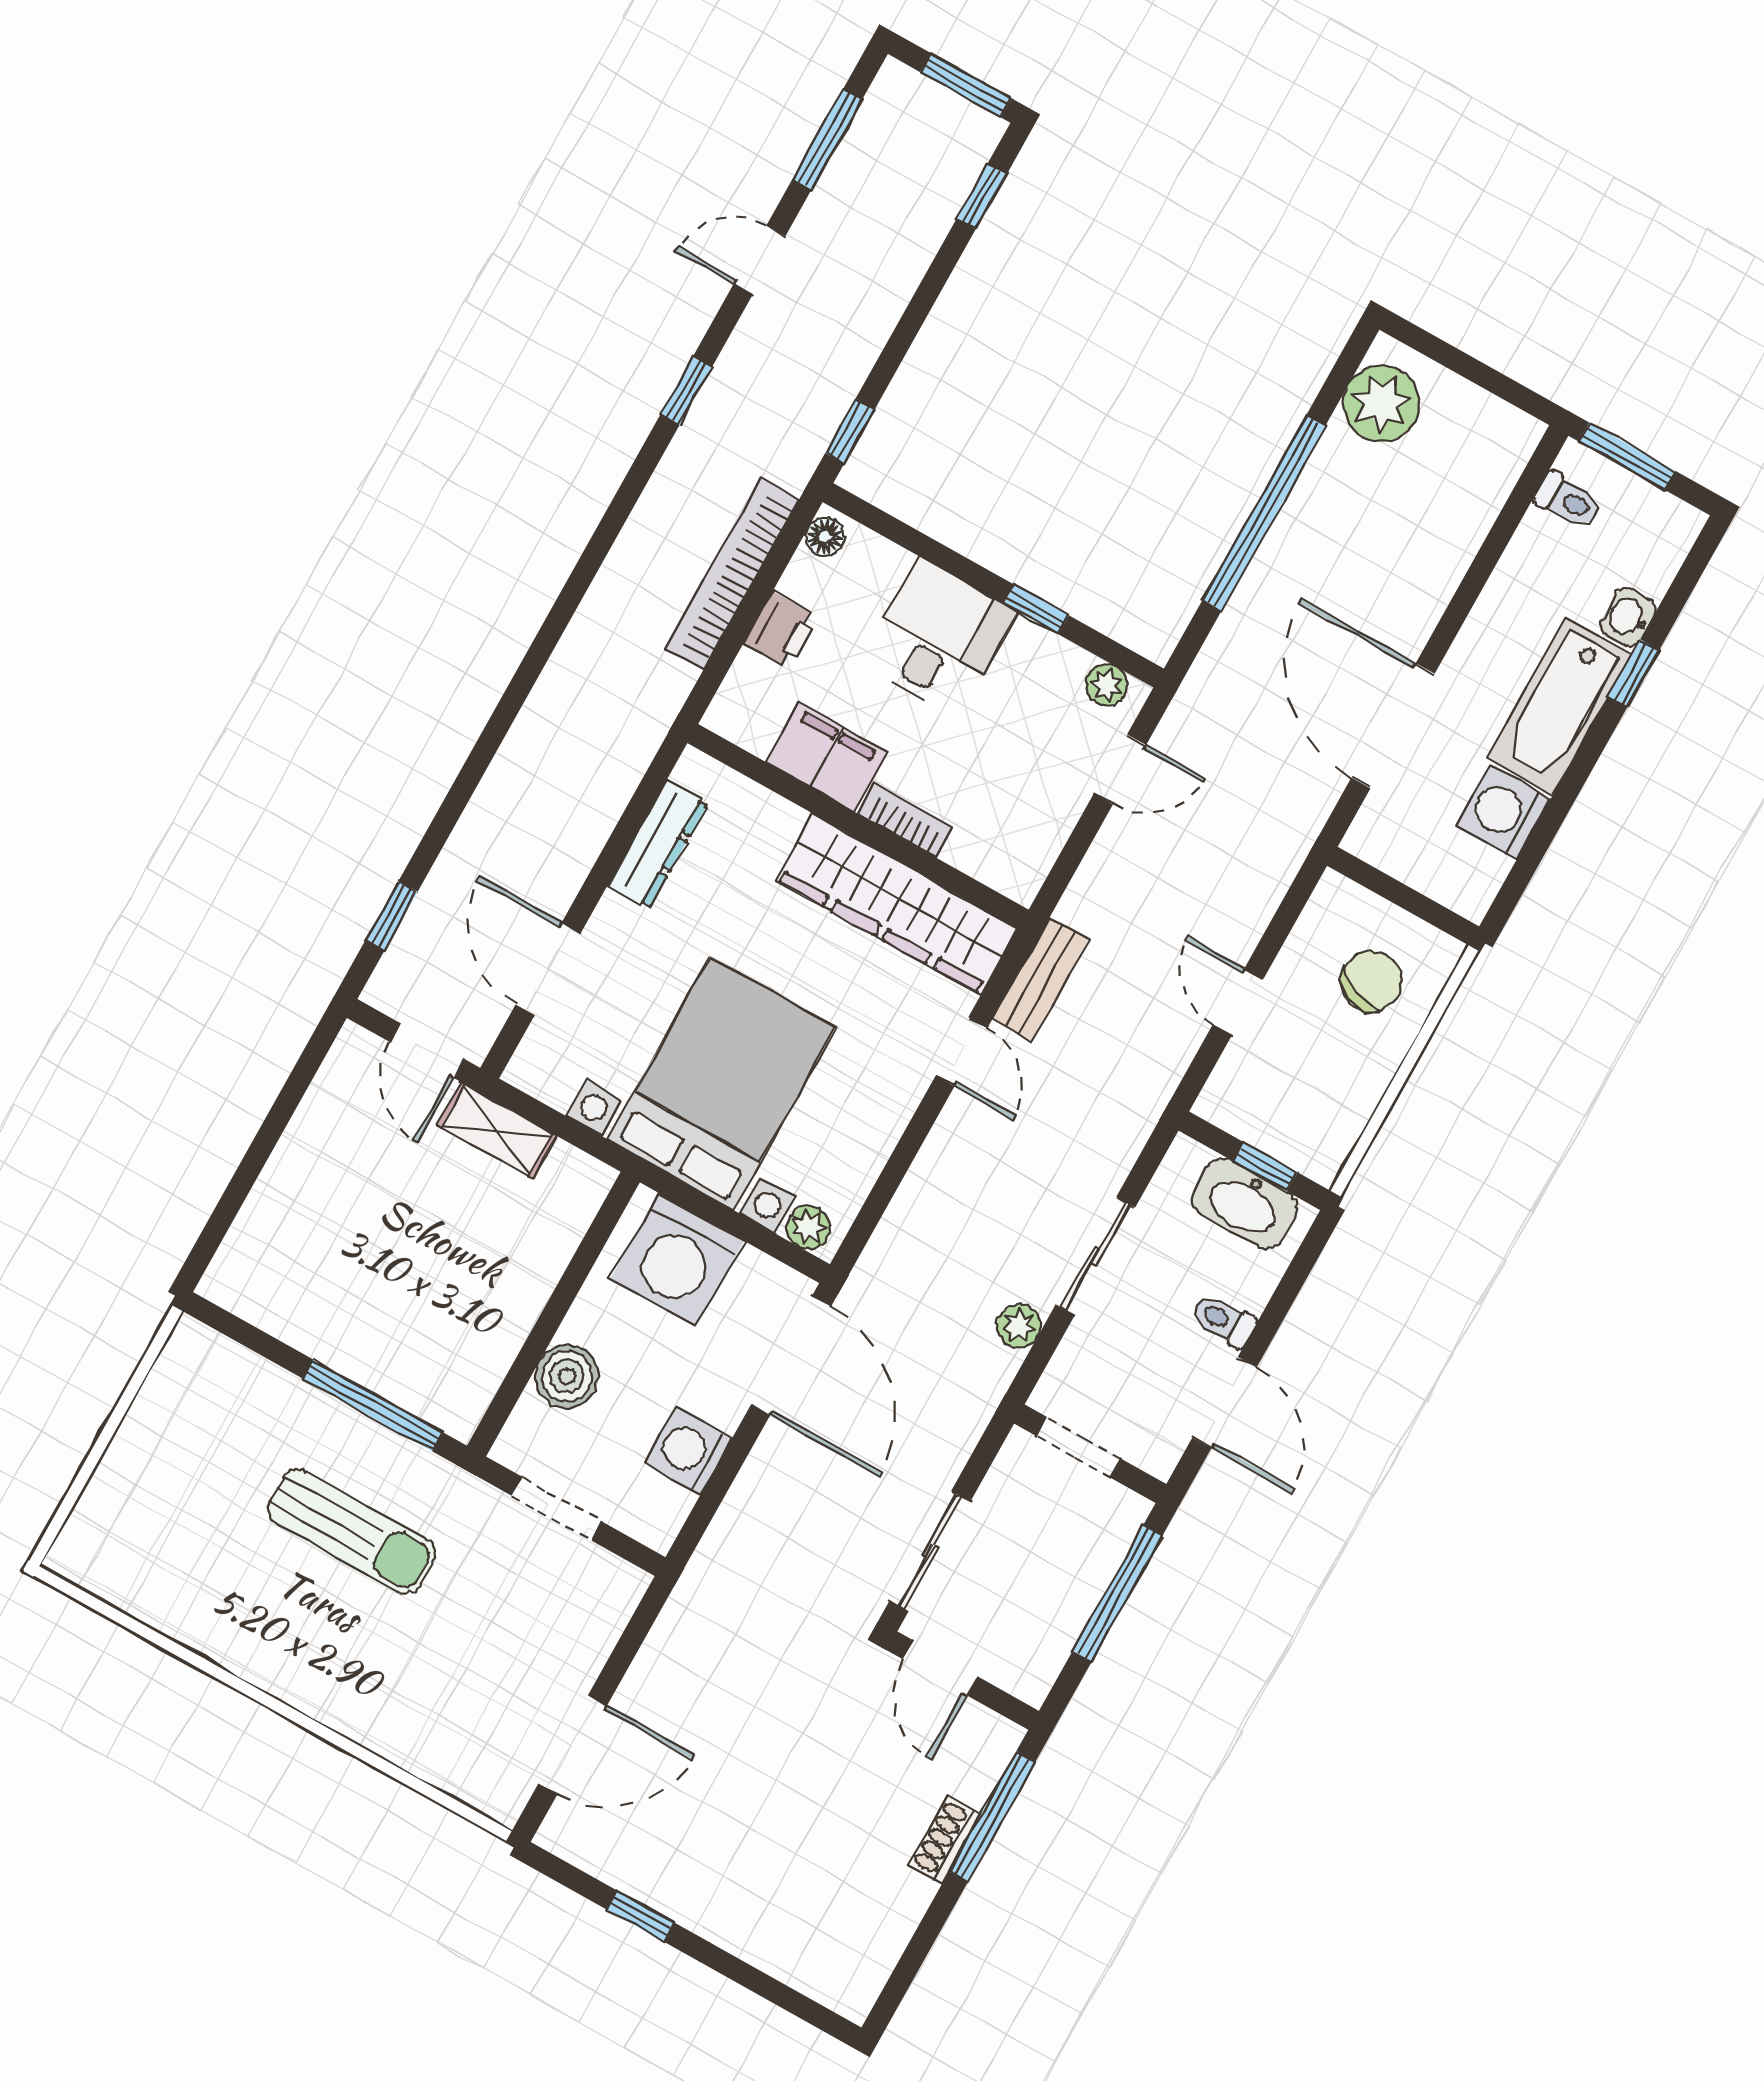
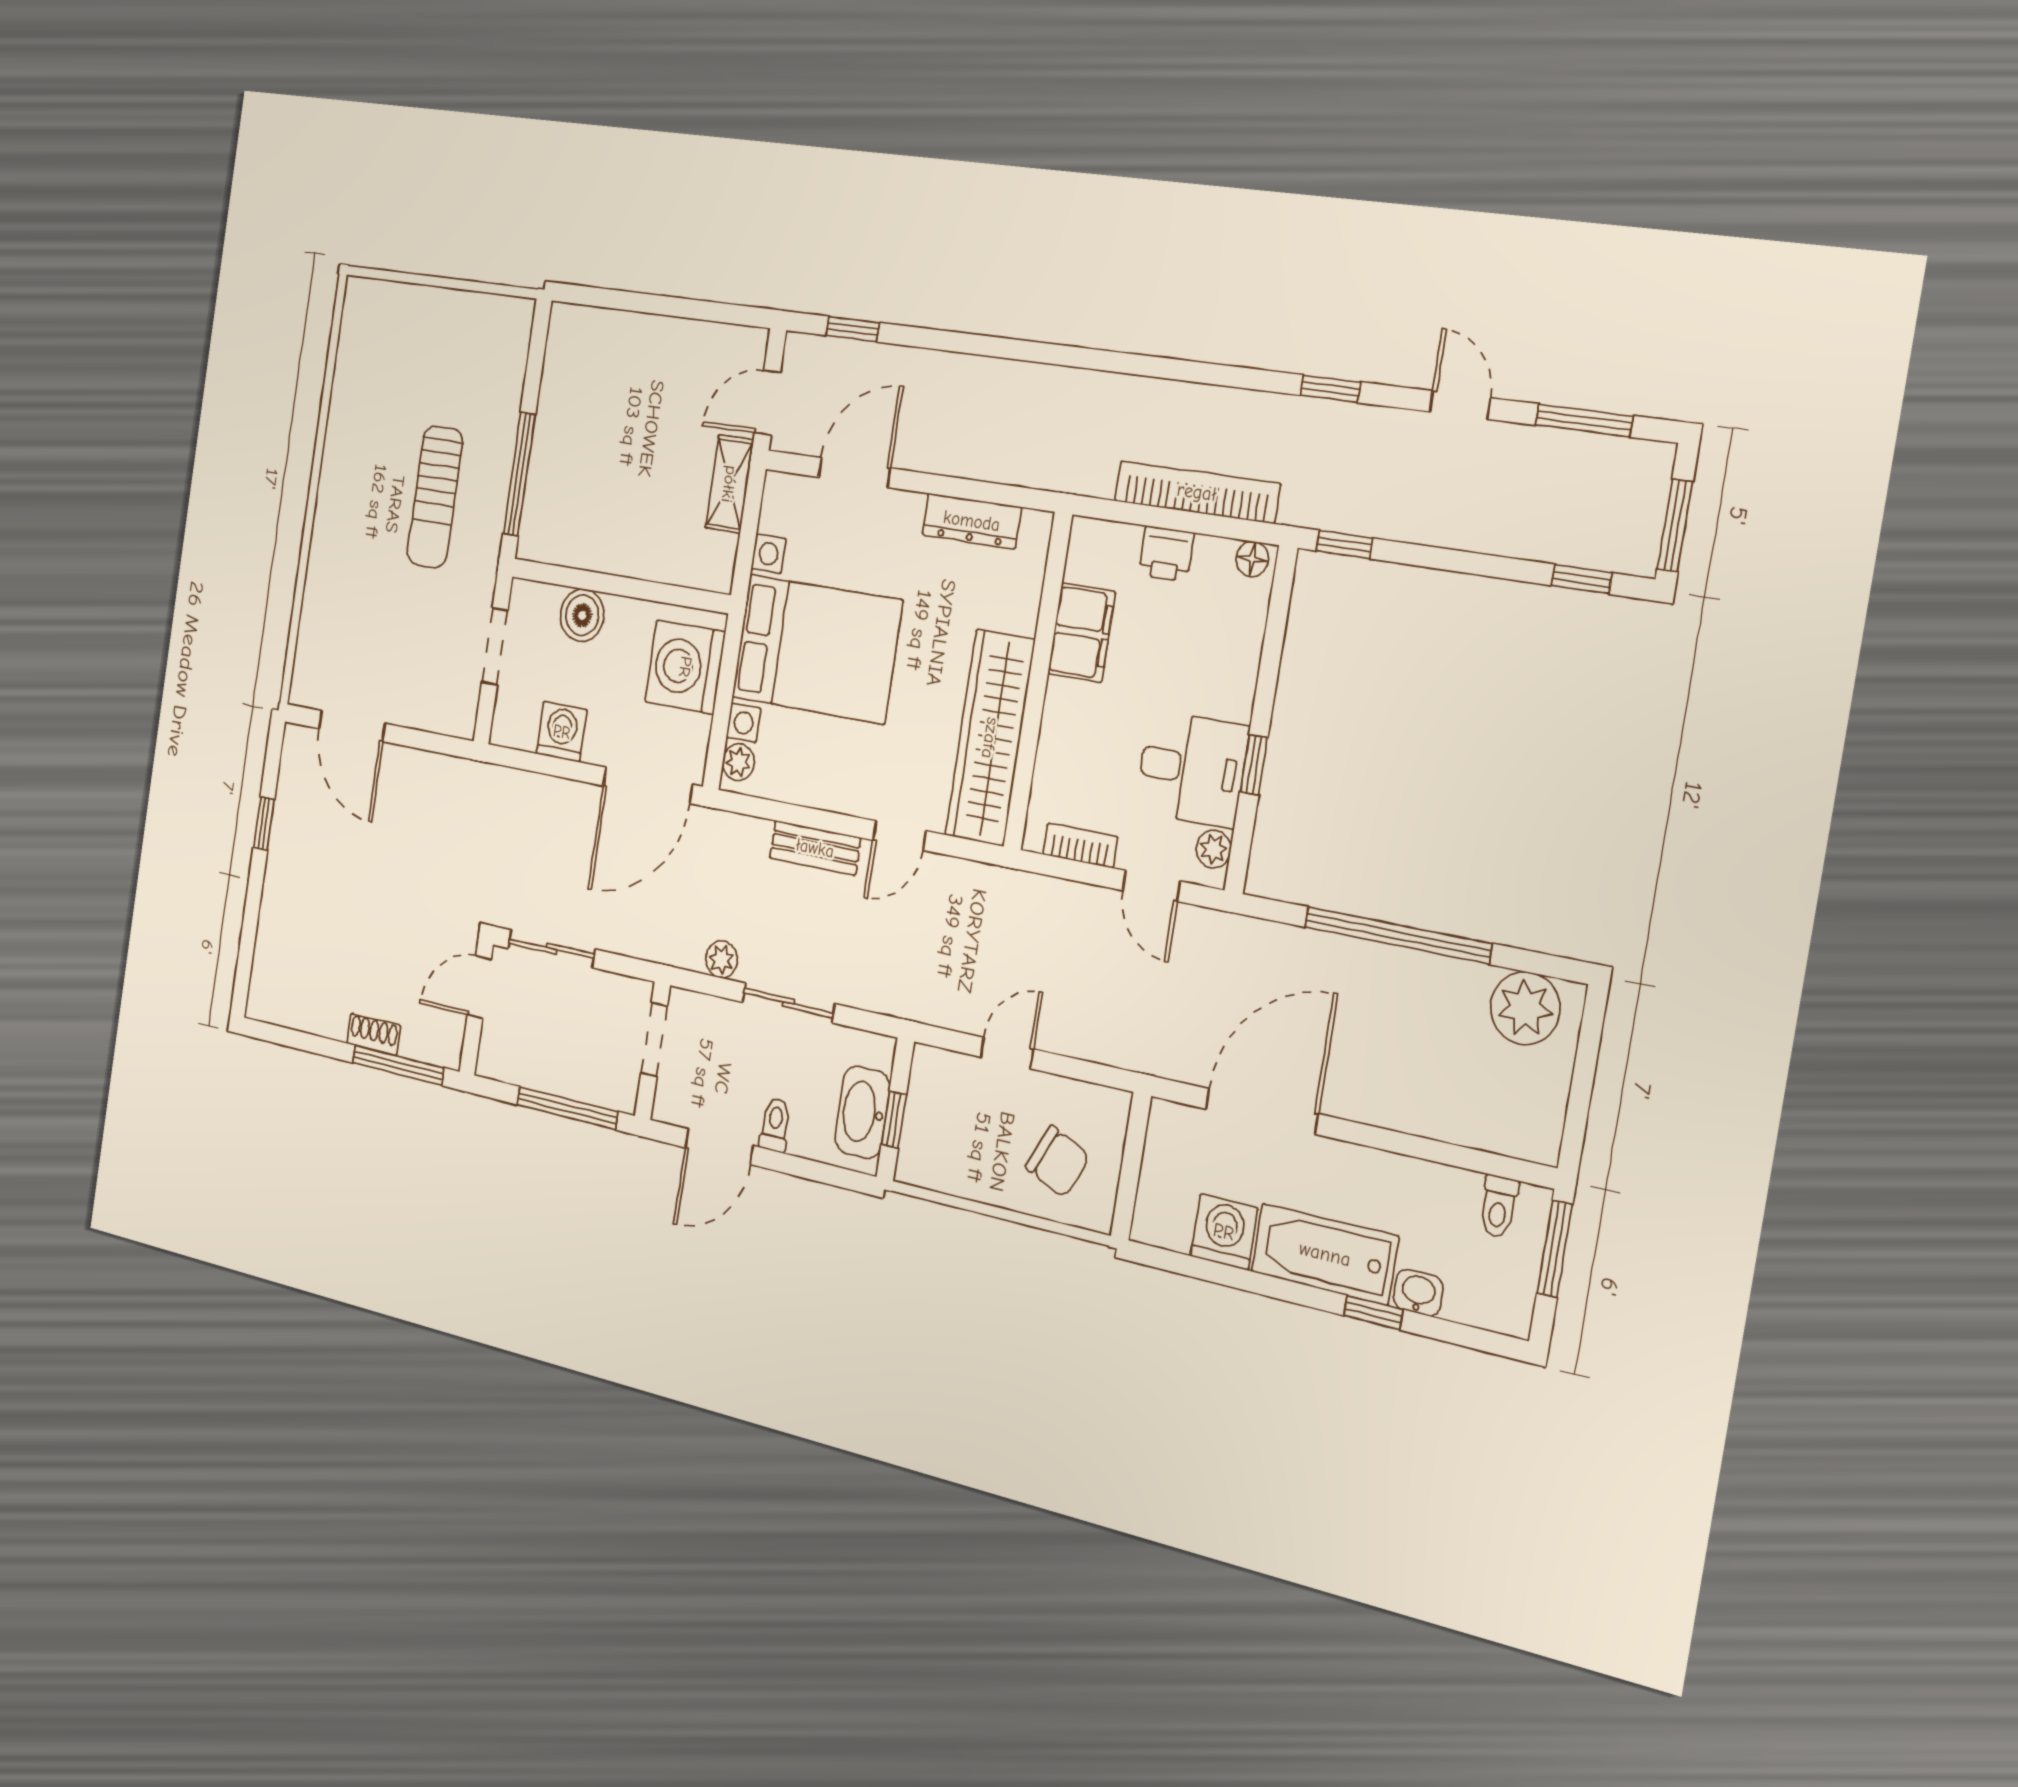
desk: (939, 638) -> (1192, 769), moved
bookcase: (906, 820) -> (1080, 846), moved, turned -90
bench: (1040, 979) -> (815, 848), moved

